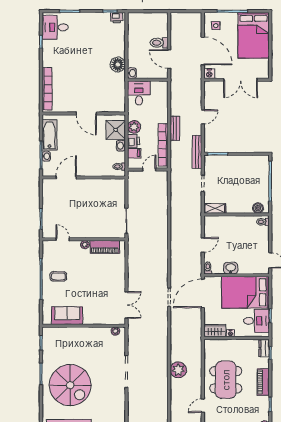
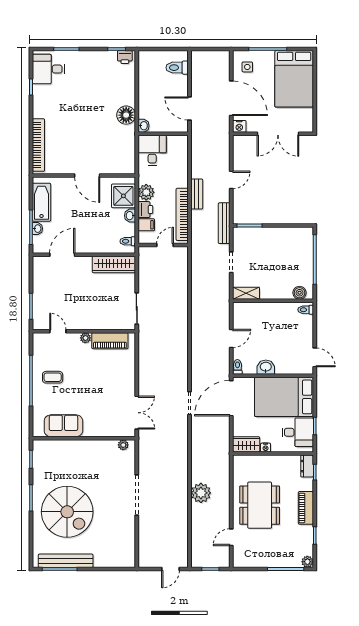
toilet: (159, 43) -> (177, 68), moved
wardrobe: (108, 185) -> (114, 265), added

